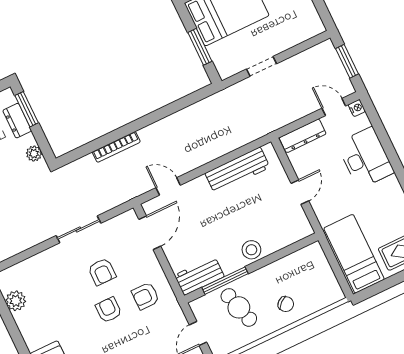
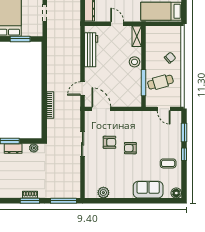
shelving: (295, 234) -> (137, 36), added
workbench: (199, 276) -> (135, 94), removed
armchair: (145, 296) -> (132, 126), removed

